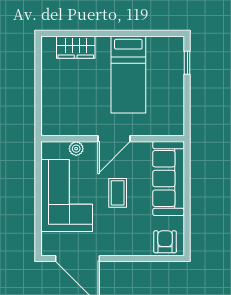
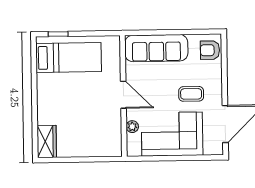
wardrobe: (76, 47) -> (47, 142), moved
bed: (128, 75) -> (69, 58), moved
coffee table: (118, 193) -> (191, 94), moved

